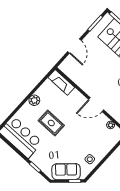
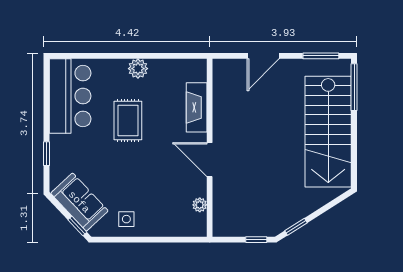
fireplace: (61, 82) -> (197, 107), moved

